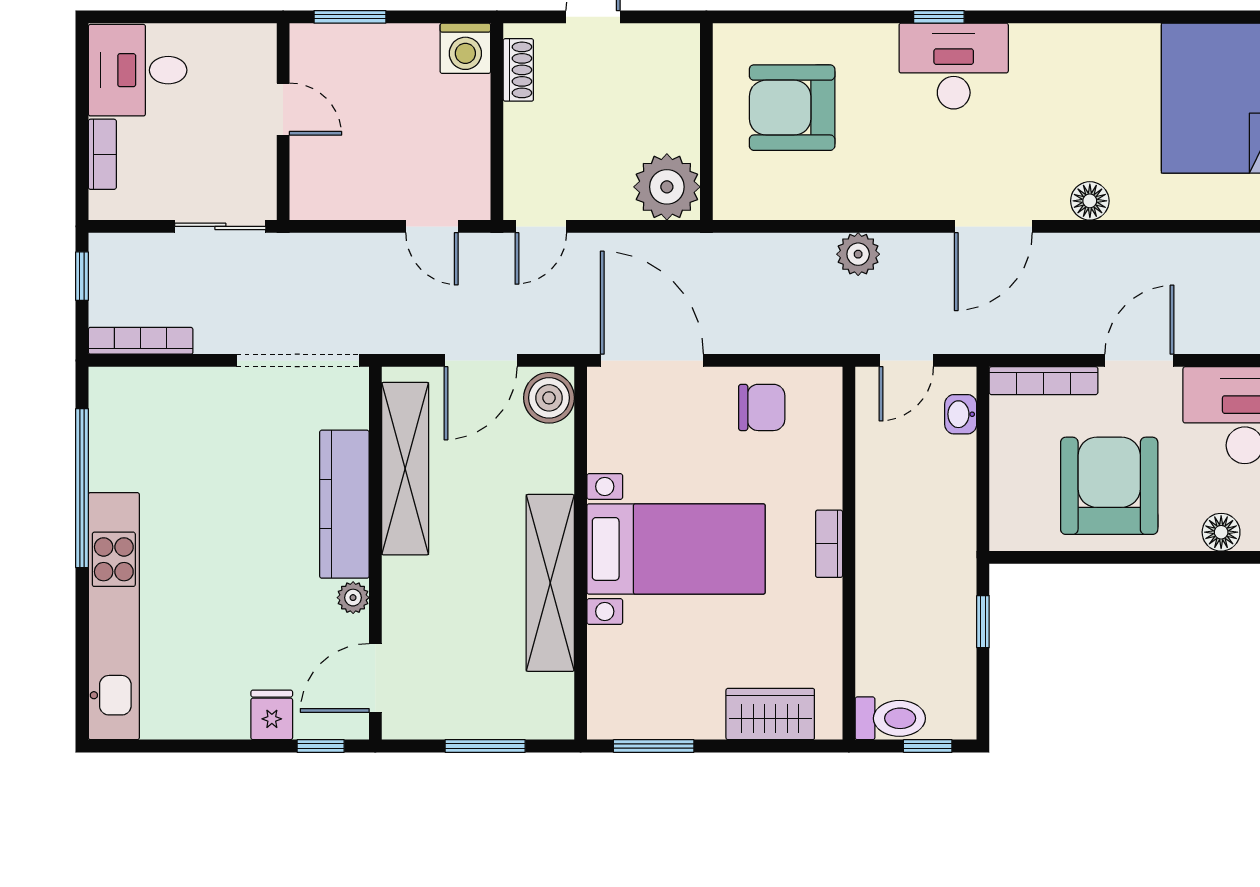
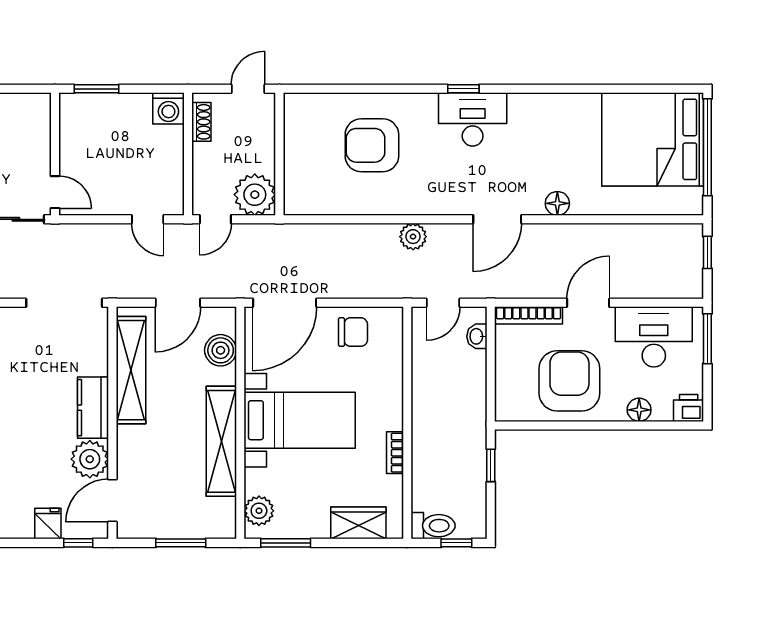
door: (283, 109) -> (55, 192), moved
wall: (706, 122) -> (279, 154), moved
plant: (667, 187) -> (255, 195), moved
door: (652, 360) -> (285, 303), swing flipped
boiler: (549, 398) -> (221, 350), moved
kitchen counter: (344, 504) -> (93, 408), width x0.67
bookcase: (829, 544) -> (395, 453), moved
plant: (353, 598) -> (90, 459), width x1.88, depth x1.88
plant: (611, 694) -> (259, 511), added

